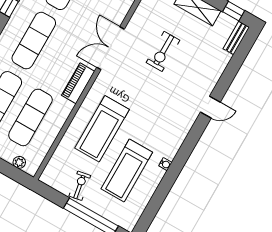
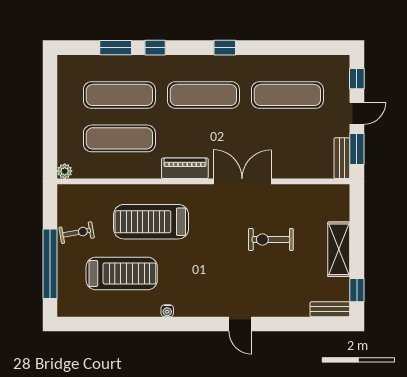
plant: (19, 162) -> (65, 171), moved
water cooler: (165, 164) -> (167, 311), moved
treadmill: (127, 170) -> (122, 273), turned 180

